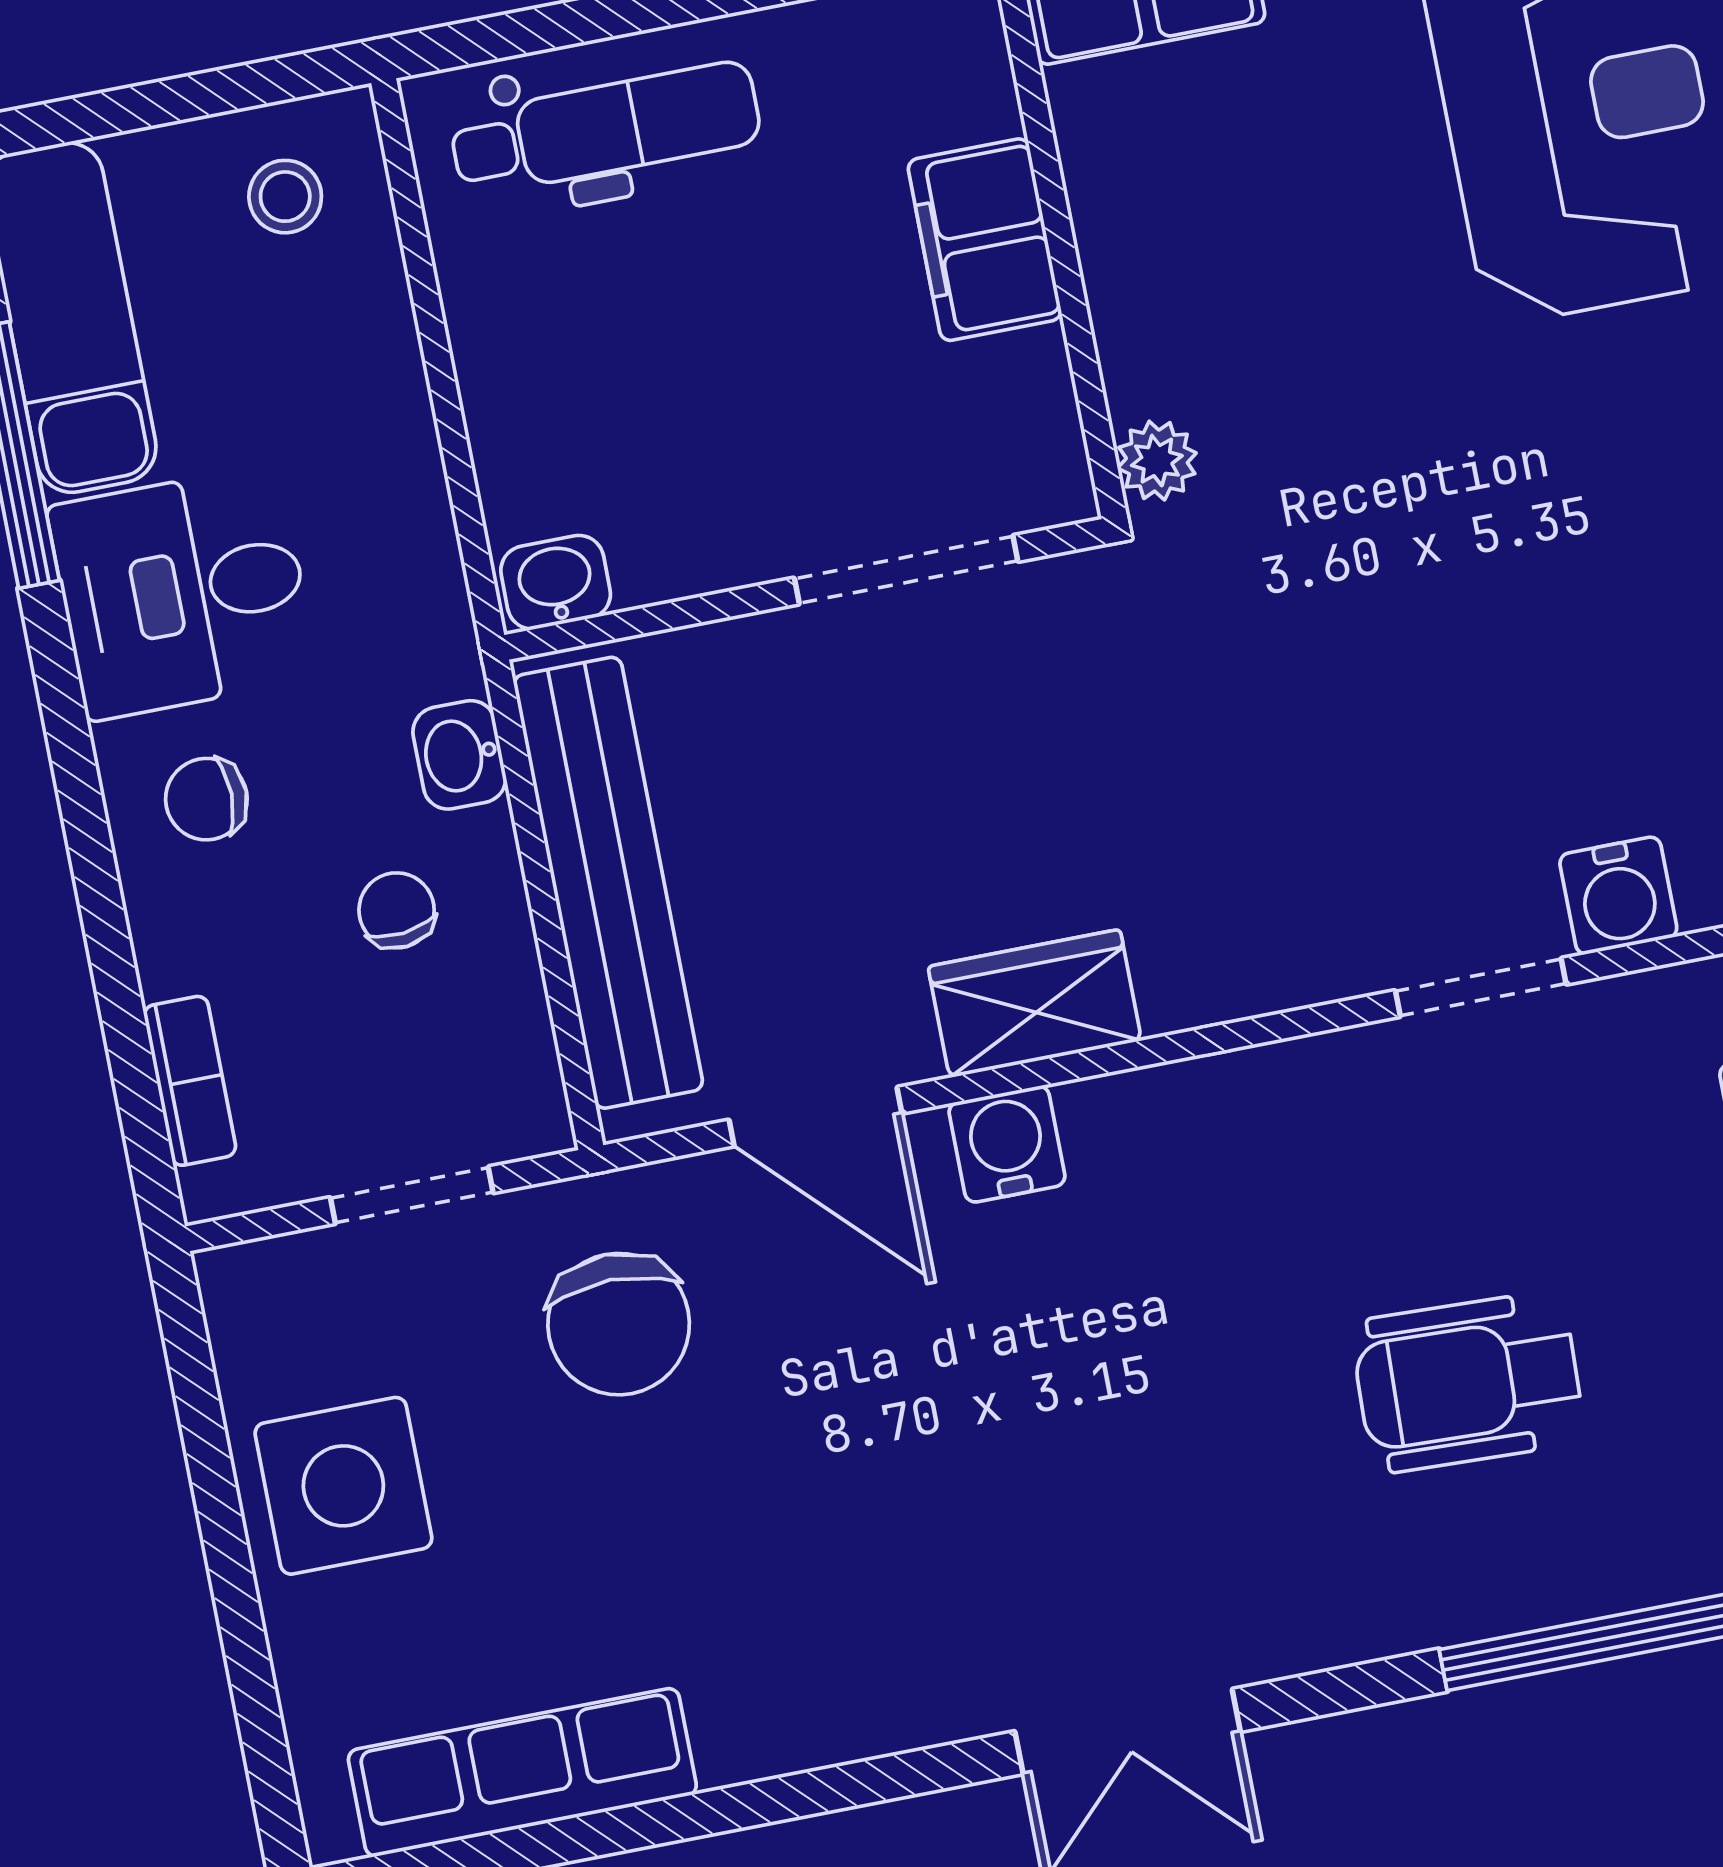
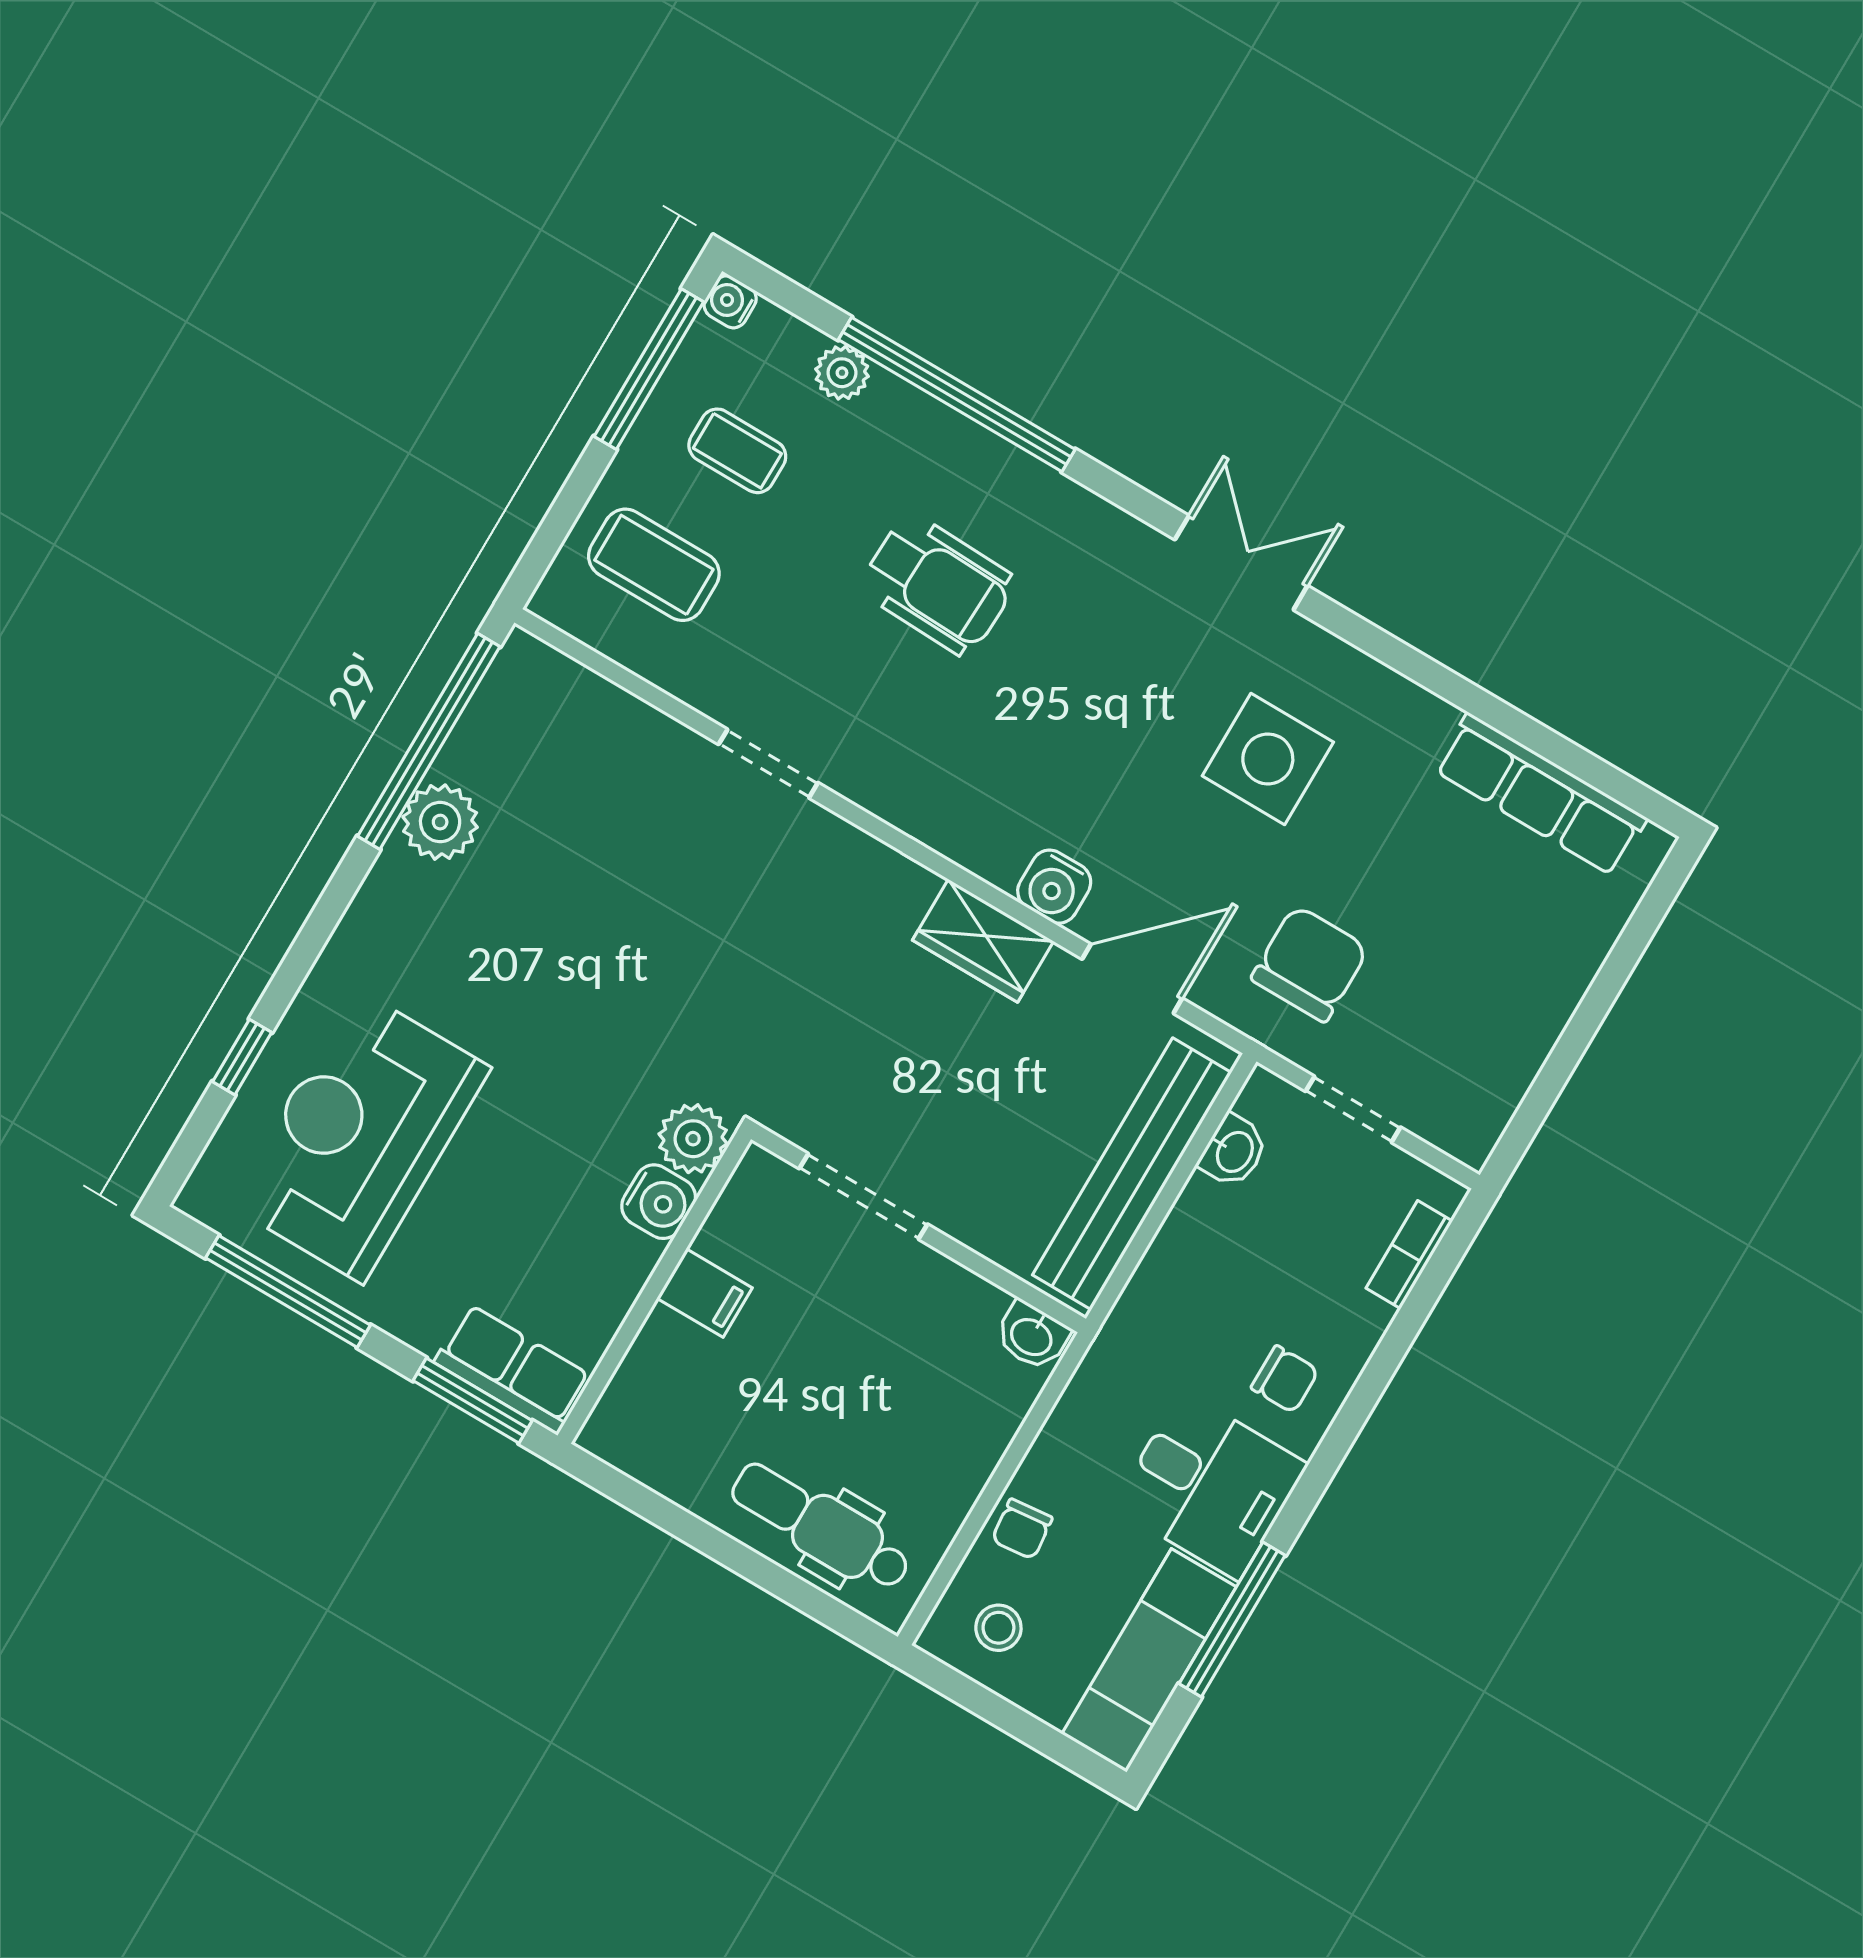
filing cabinet: (985, 240) -> (705, 1293), width x0.50
plant: (1157, 461) -> (693, 1139), width x1.38, depth x1.38
washbasin: (459, 755) -> (1234, 1151), moved
water cooler: (1618, 896) -> (659, 1202), moved, turned 90
chair: (397, 910) -> (1022, 1529), moved
door: (816, 1117) -> (1132, 979), hinge flipped
side table: (343, 1486) -> (1268, 759), moved

